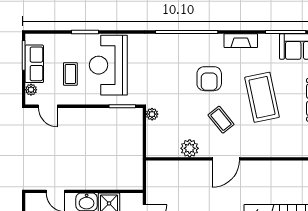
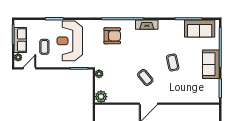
fireplace: (241, 41) -> (147, 25), moved
armchair: (209, 79) -> (112, 36), moved, turned -90
coffee table: (262, 97) -> (173, 62), width x0.54, depth x0.58
door: (48, 106) -> (29, 68), swing flipped
plant: (190, 148) -> (101, 97), moved

